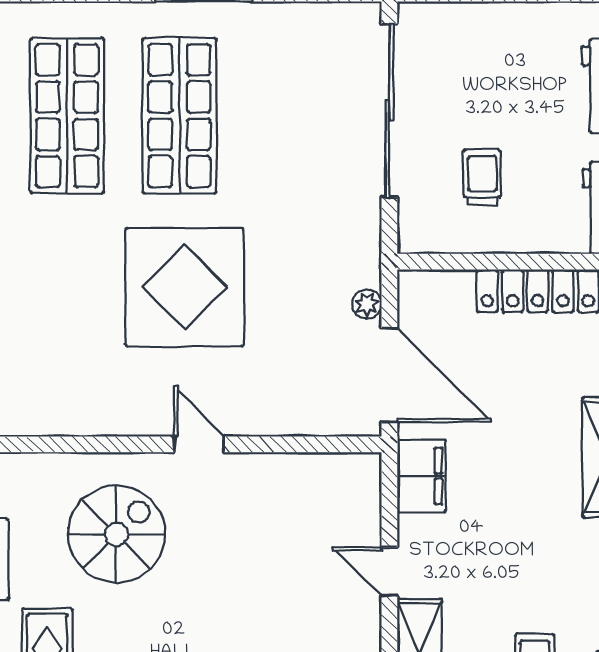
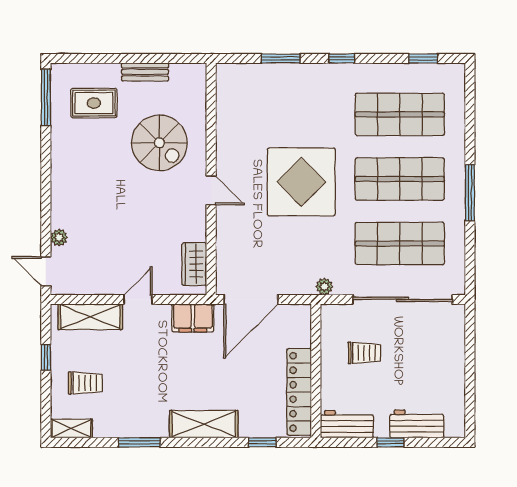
shop shelf: (292, 116) -> (400, 244), added
plant: (367, 304) -> (324, 287), moved
door: (199, 444) -> (211, 190), hinge flipped
wardrobe: (327, 474) -> (194, 264), added

